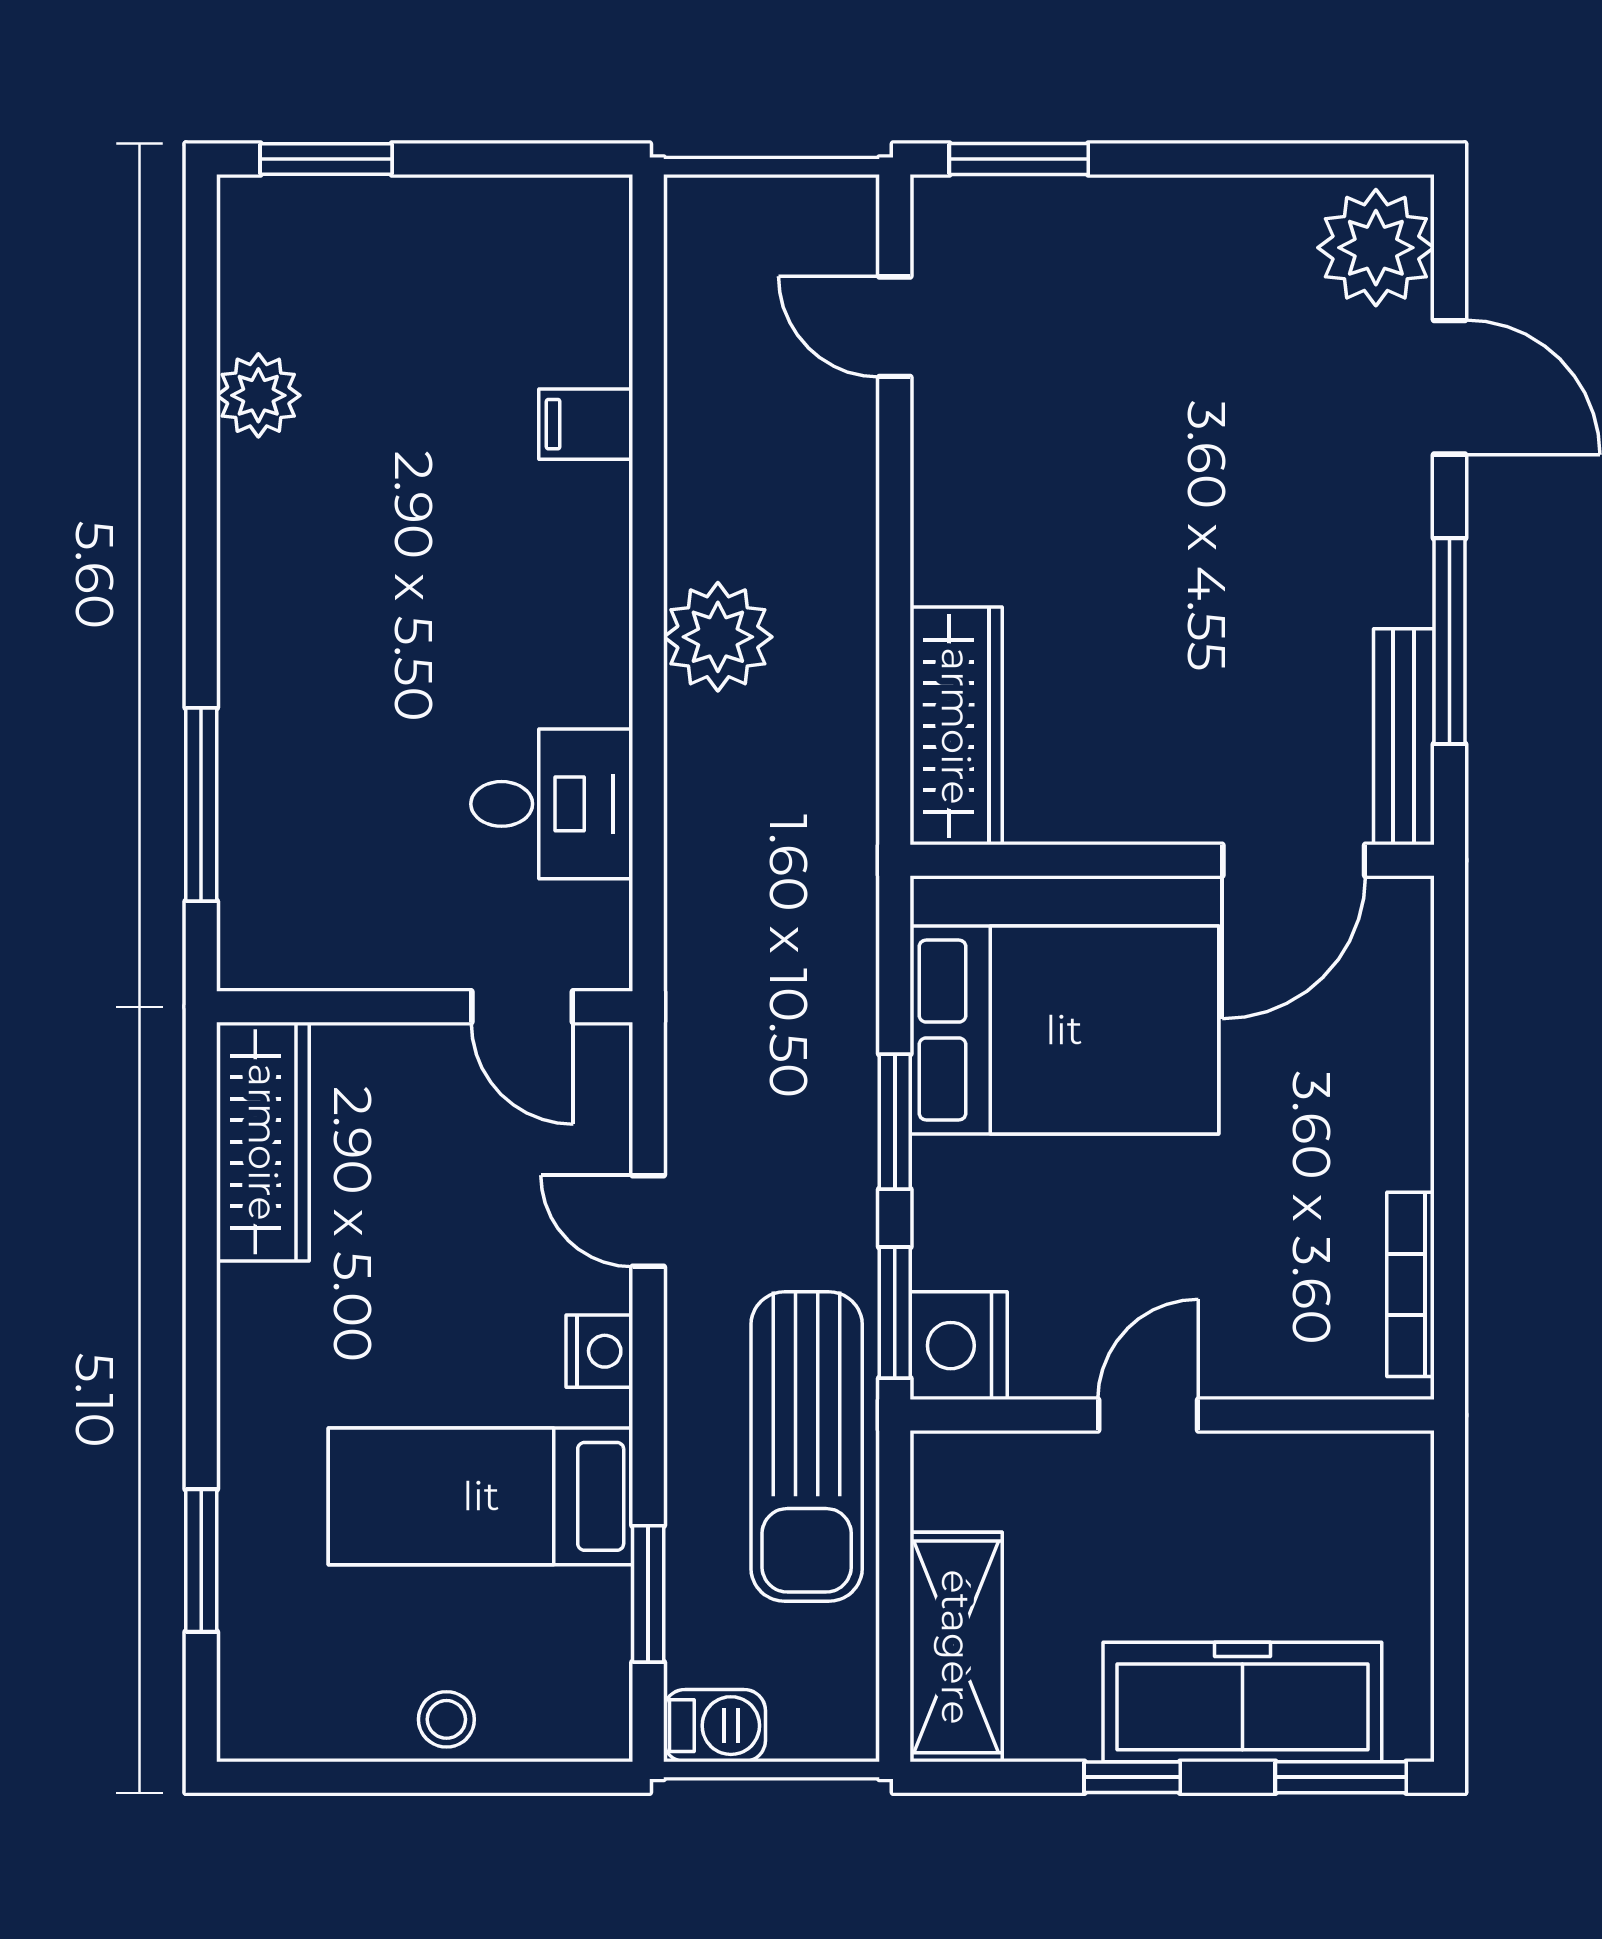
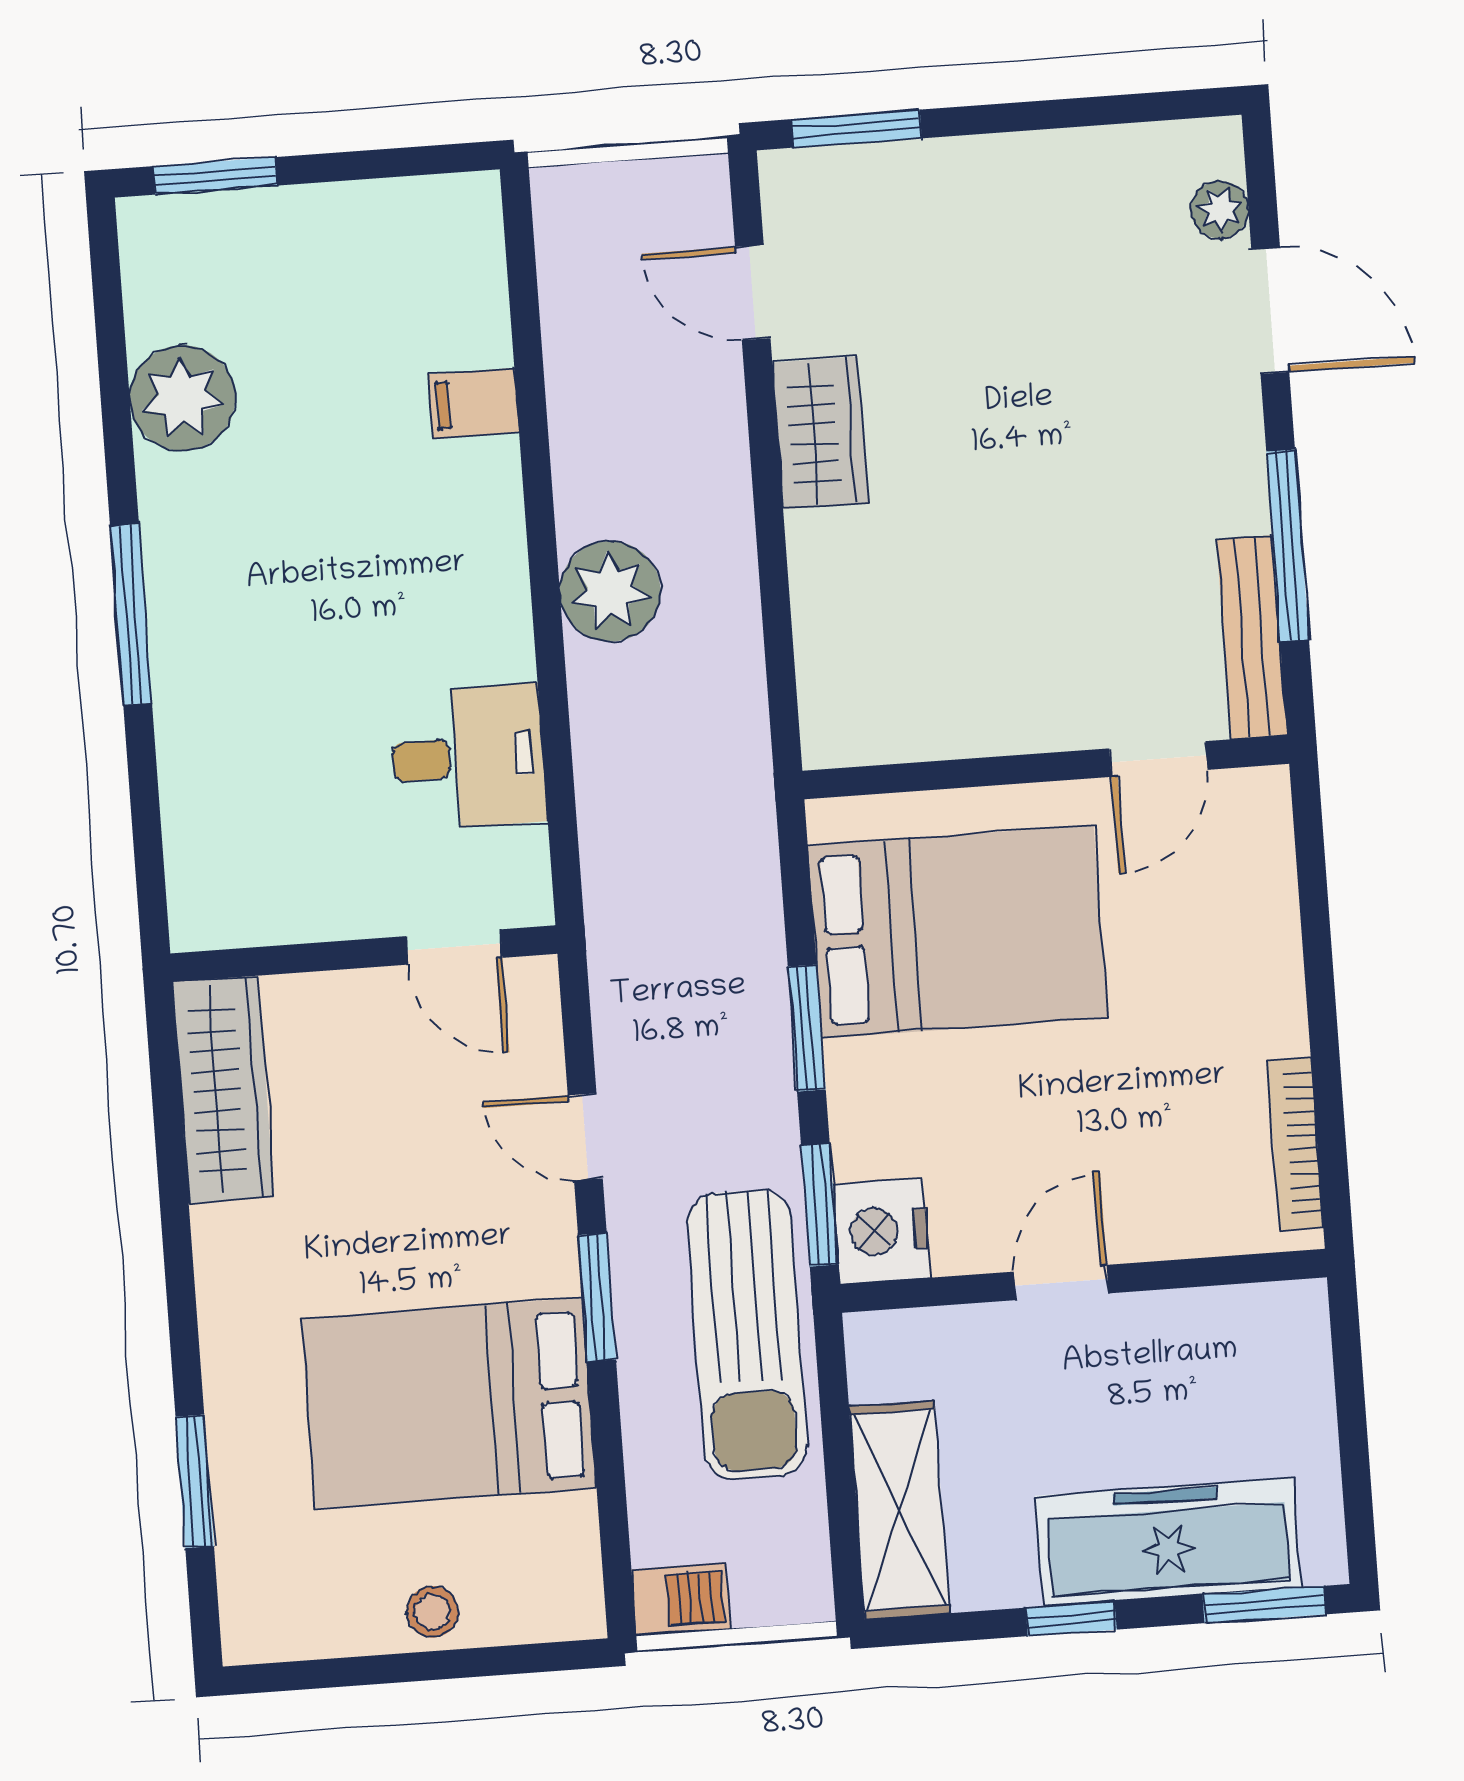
plant: (1376, 248) -> (1220, 210), width x0.53, depth x0.53
plant: (258, 395) -> (182, 398), width x1.36, depth x1.36
wardrobe: (956, 726) -> (820, 433), moved, width x0.67
window: (201, 805) -> (131, 615), moved
door: (1294, 860) -> (1158, 759), width x0.73
nightstand: (599, 1351) -> (549, 1261), removed
bed: (481, 1496) -> (449, 1403), width x1.50
window: (648, 1594) -> (597, 1297), moved

